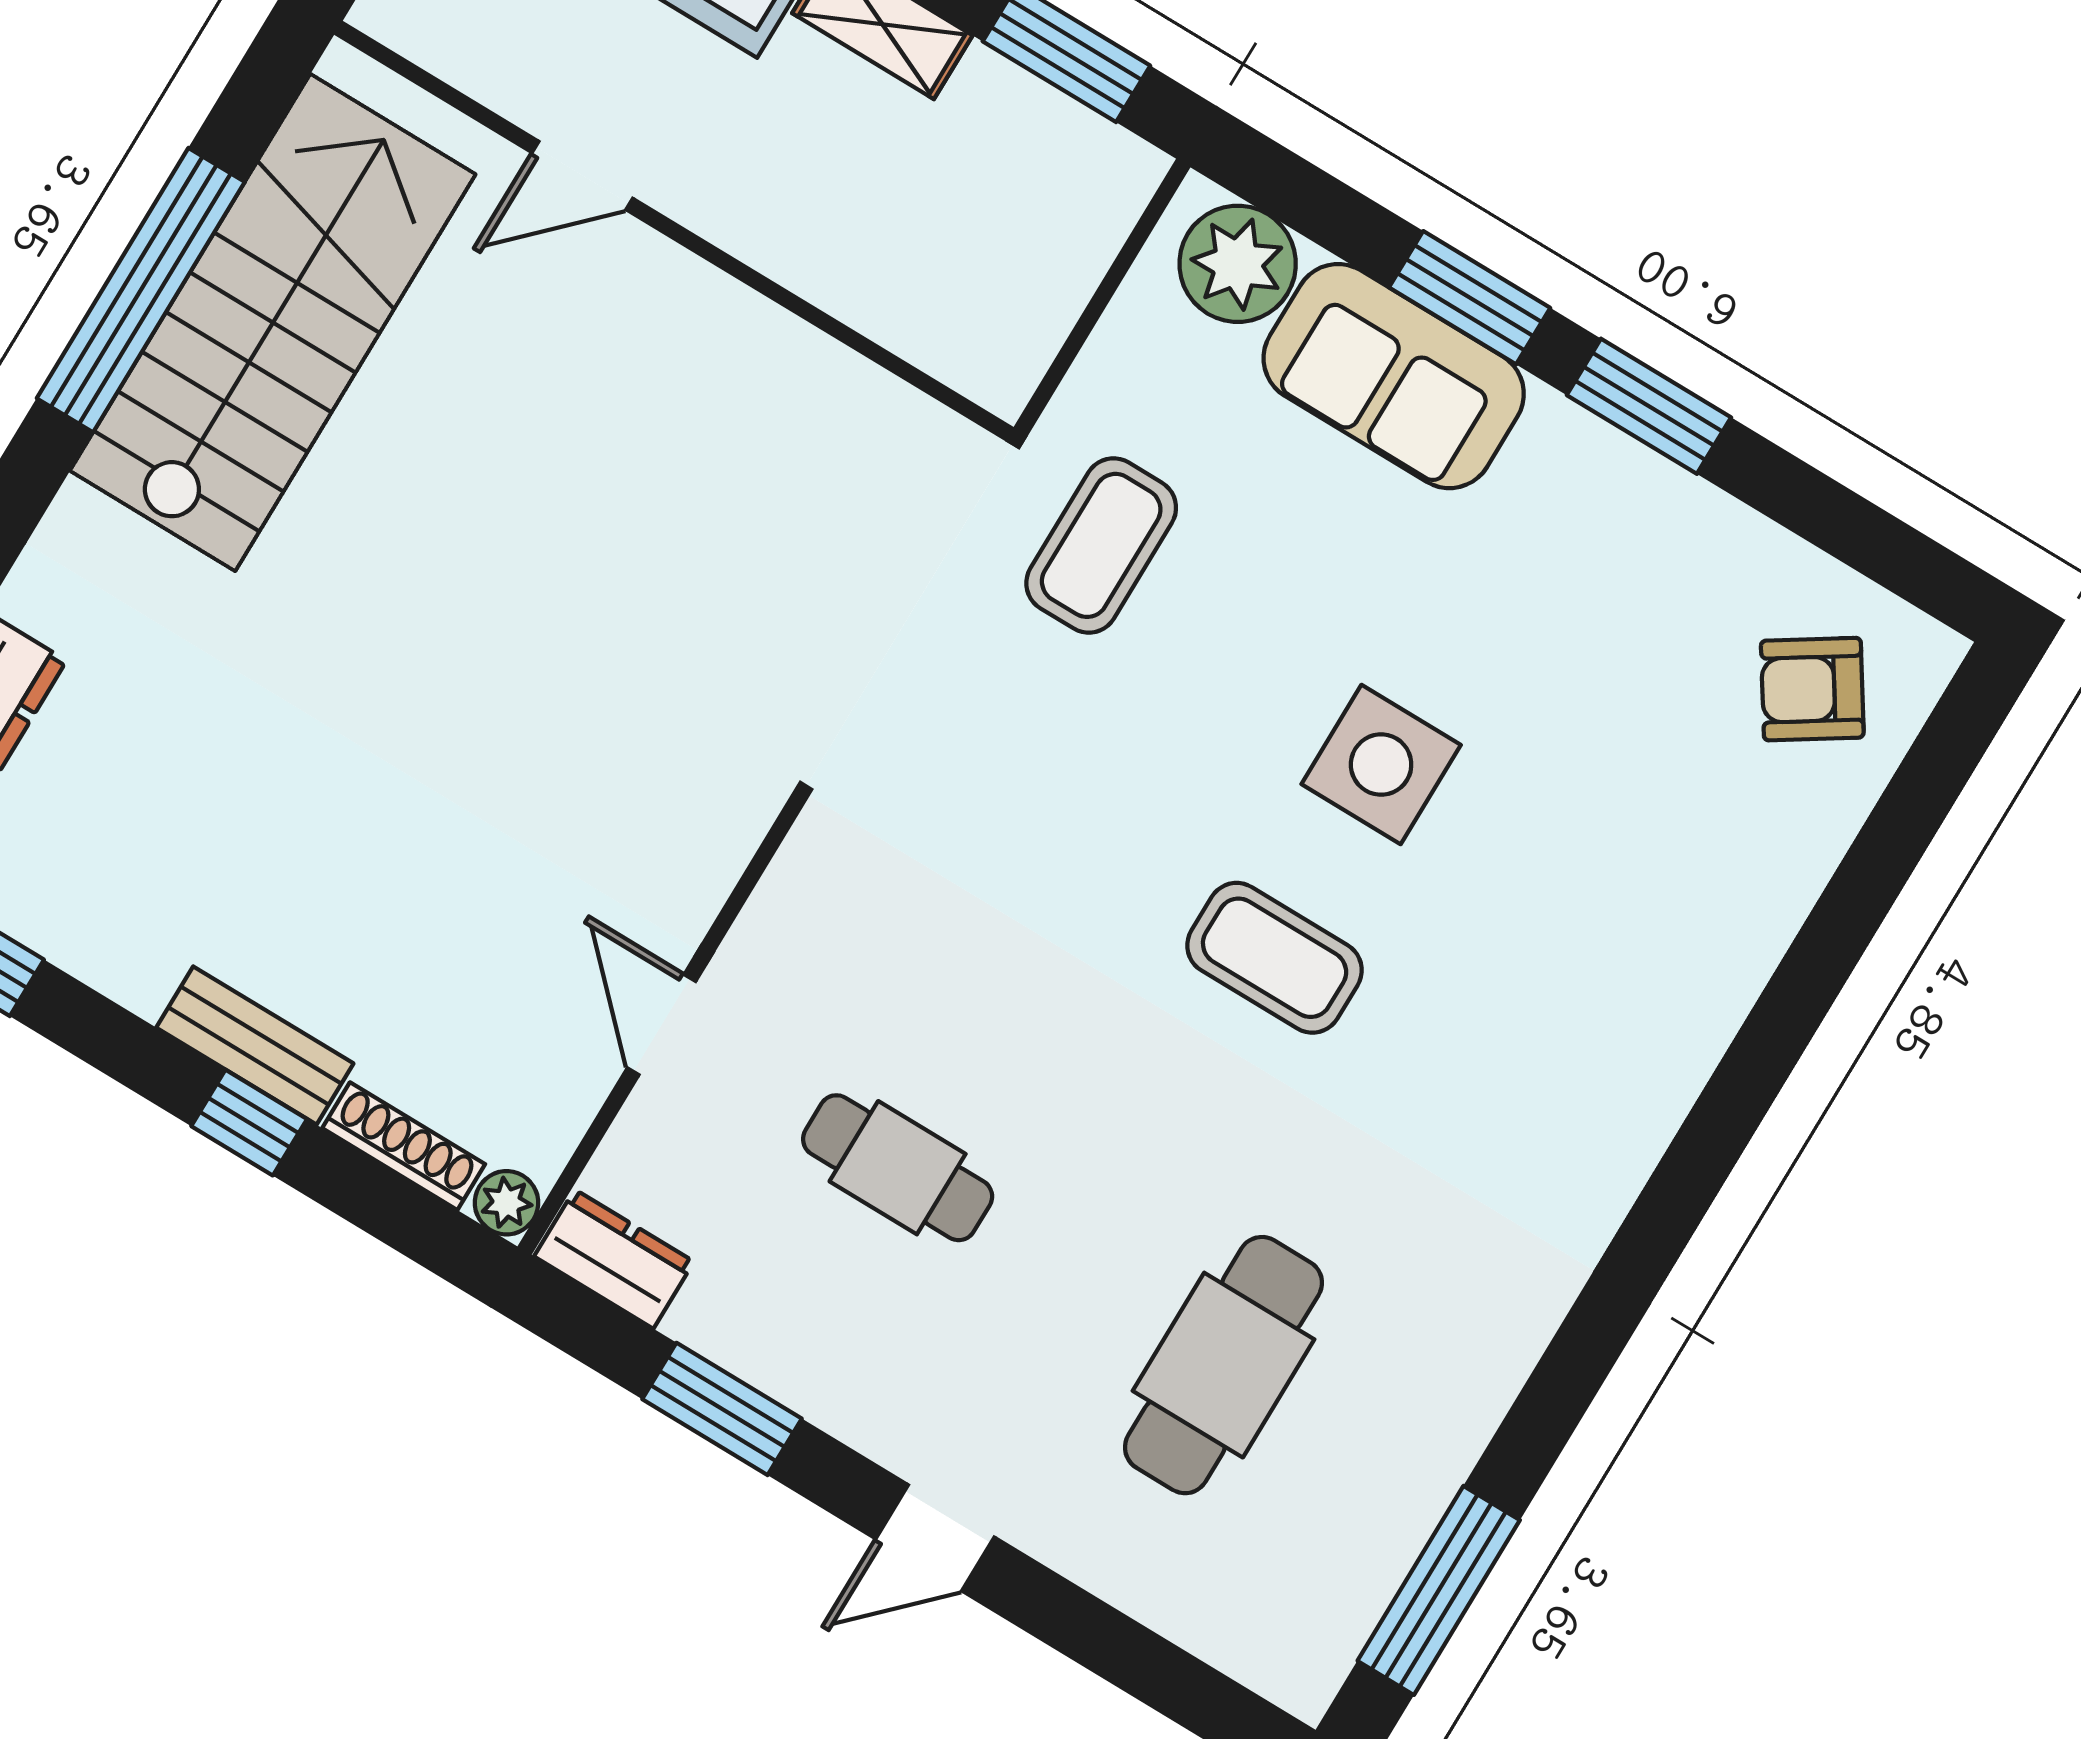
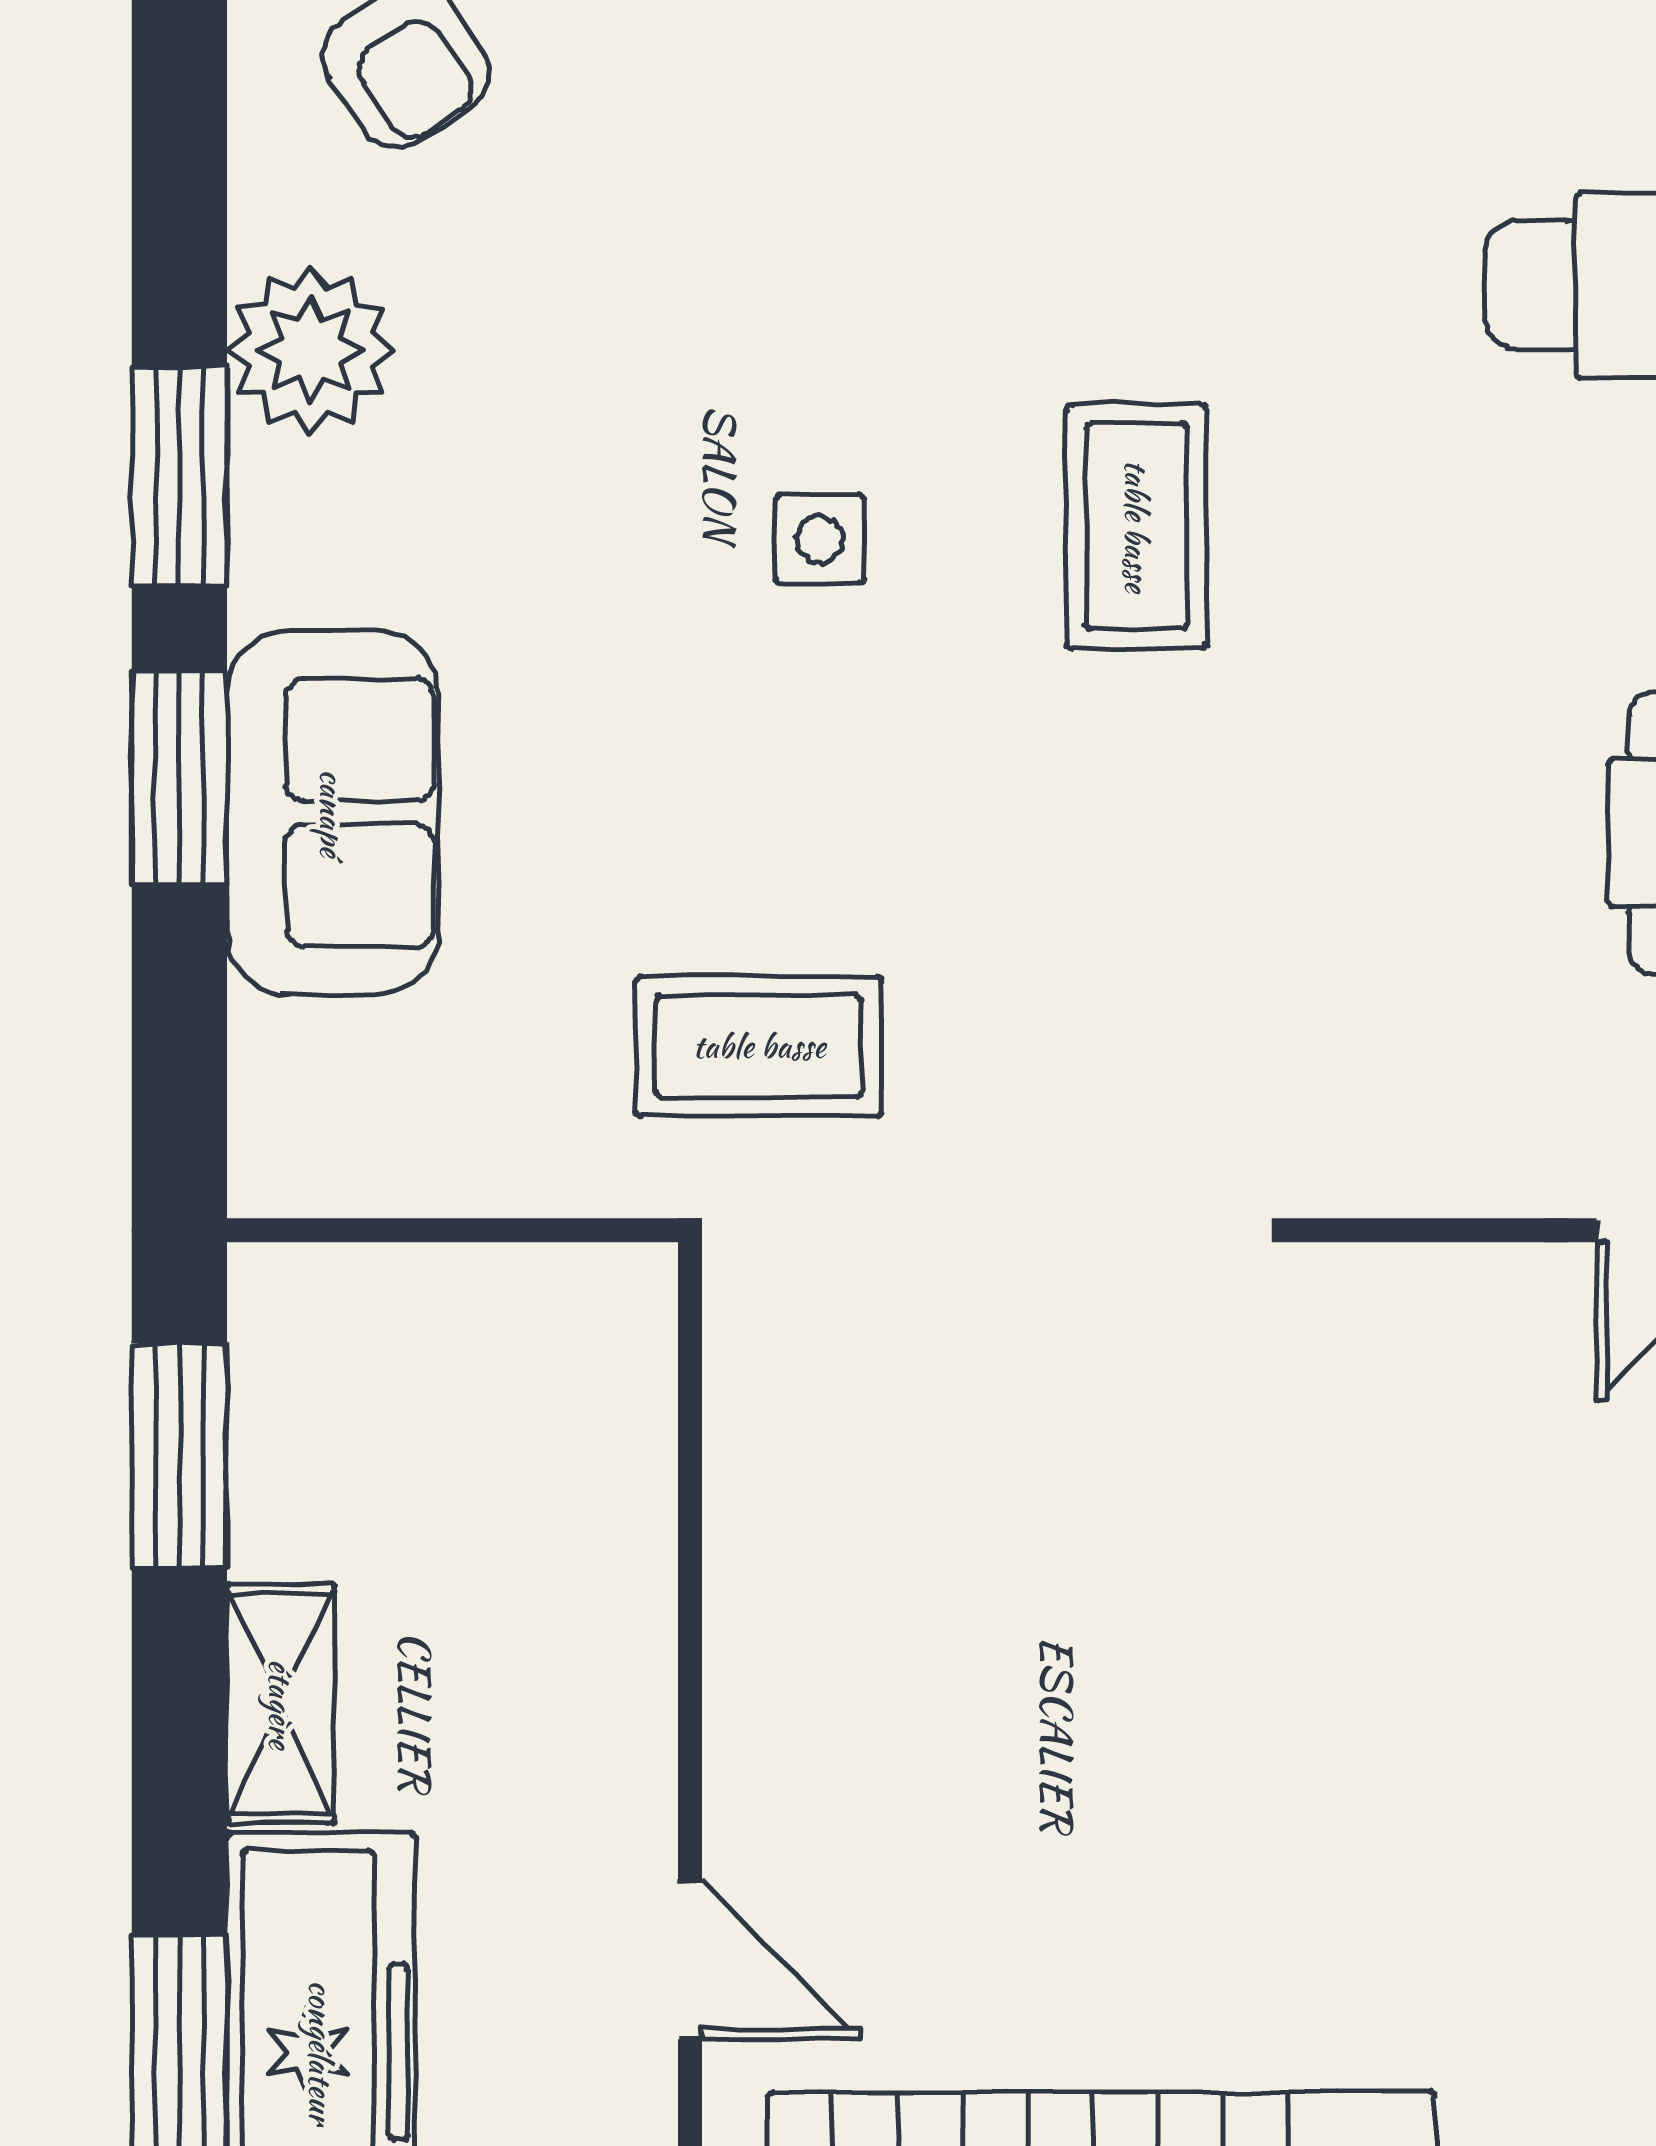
plant: (1238, 264) -> (311, 350), moved
side table: (1381, 765) -> (820, 539), width x0.54, depth x0.54

